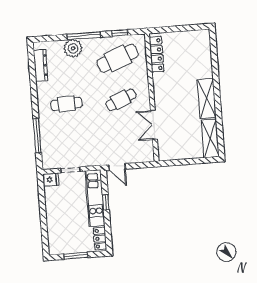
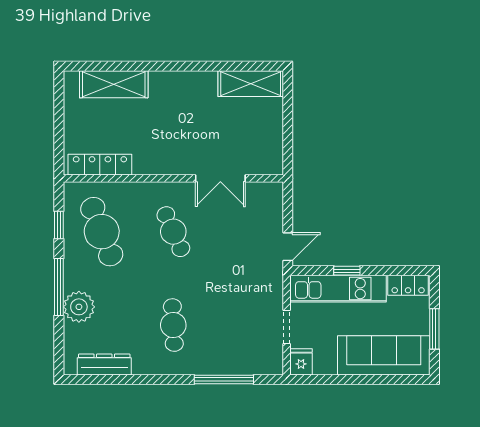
shelving: (207, 99) -> (114, 84), moved
sofa: (58, 227) -> (384, 355), added

